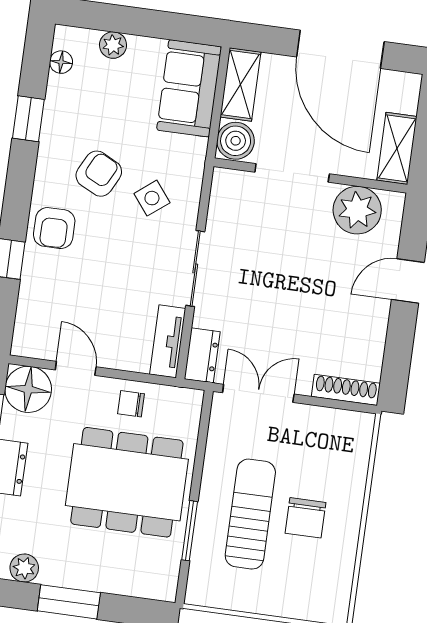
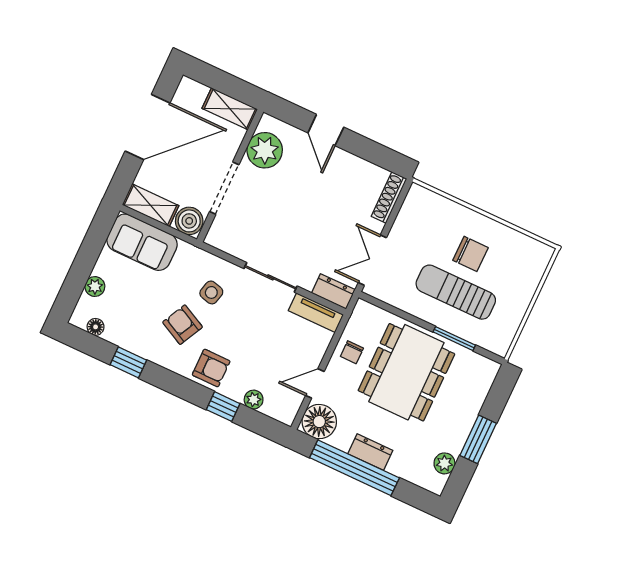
side table: (152, 198) -> (211, 292), turned -38
plant: (30, 296) -> (254, 400), added

